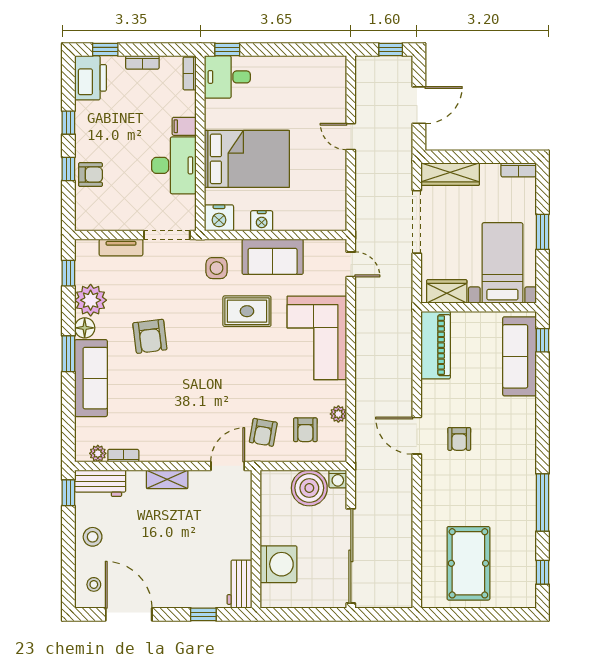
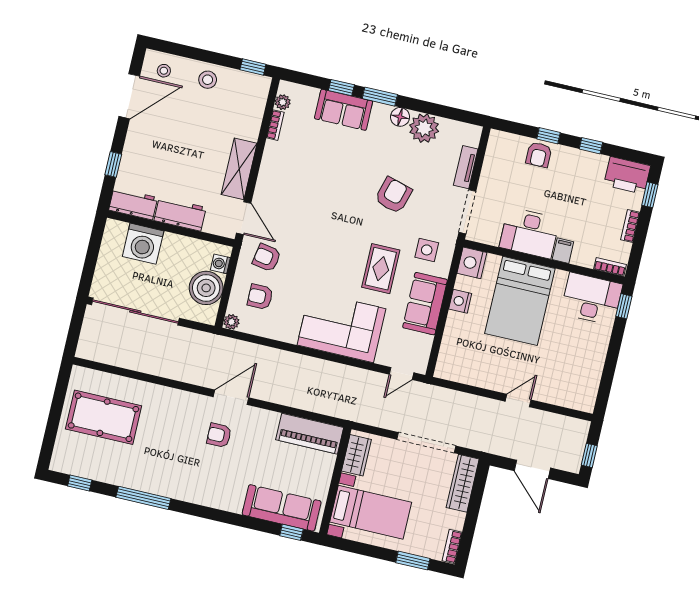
desk: (227, 77) -> (592, 299), width x1.37
window: (543, 232) -> (413, 561), moved
window: (68, 273) -> (341, 88), moved
armchair: (150, 336) -> (393, 195), moved, turned 113
sofa: (91, 378) -> (344, 110), width x0.73
plant: (338, 414) -> (231, 322), moved
shelving: (167, 479) -> (239, 169), width x1.50, depth x1.33
washing machine: (338, 479) -> (220, 264), moved
workbench: (100, 483) -> (180, 214), moved, turned 90

